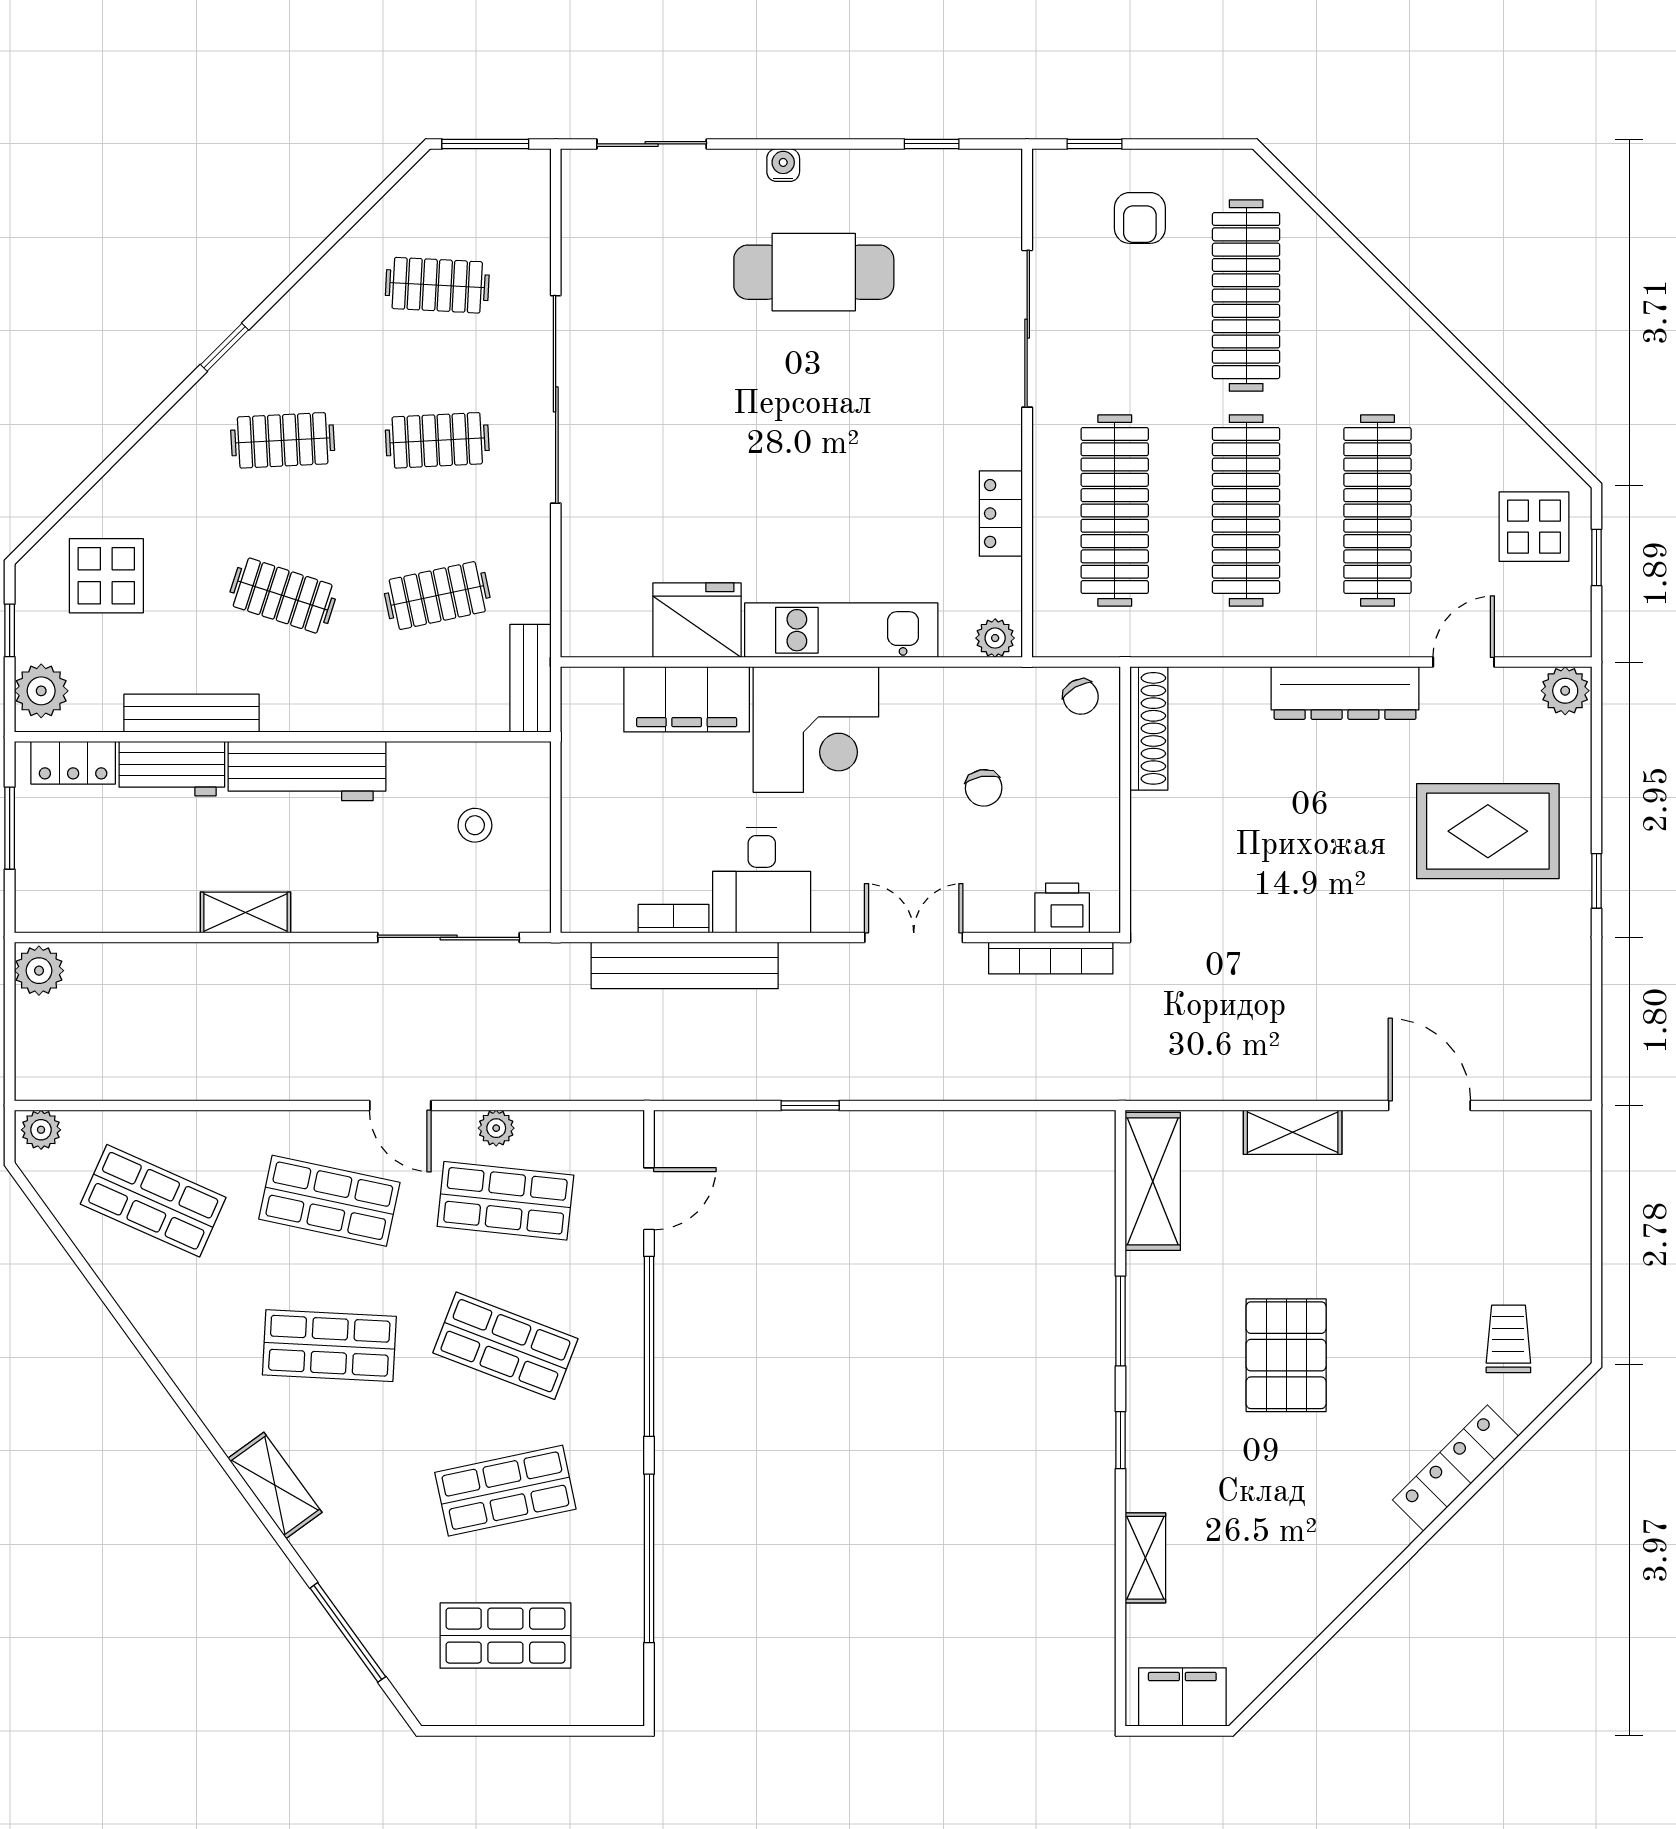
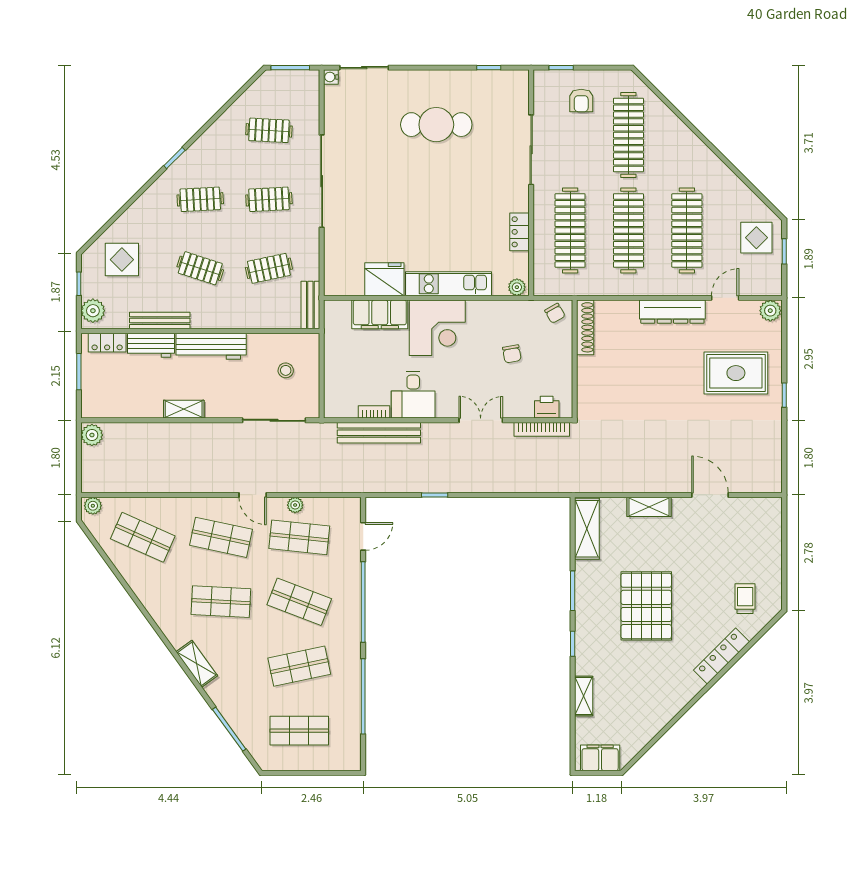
water cooler: (783, 165) -> (331, 77), moved, turned -90
pallet: (1286, 1355) -> (646, 606), width x1.37, depth x1.41

